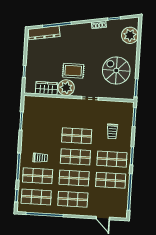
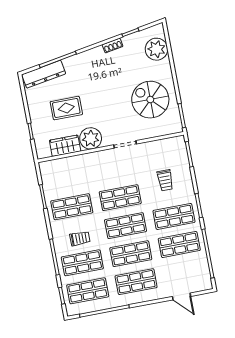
rug: (73, 71) -> (66, 108), moved
shop shelf: (40, 133) -> (72, 207), added

